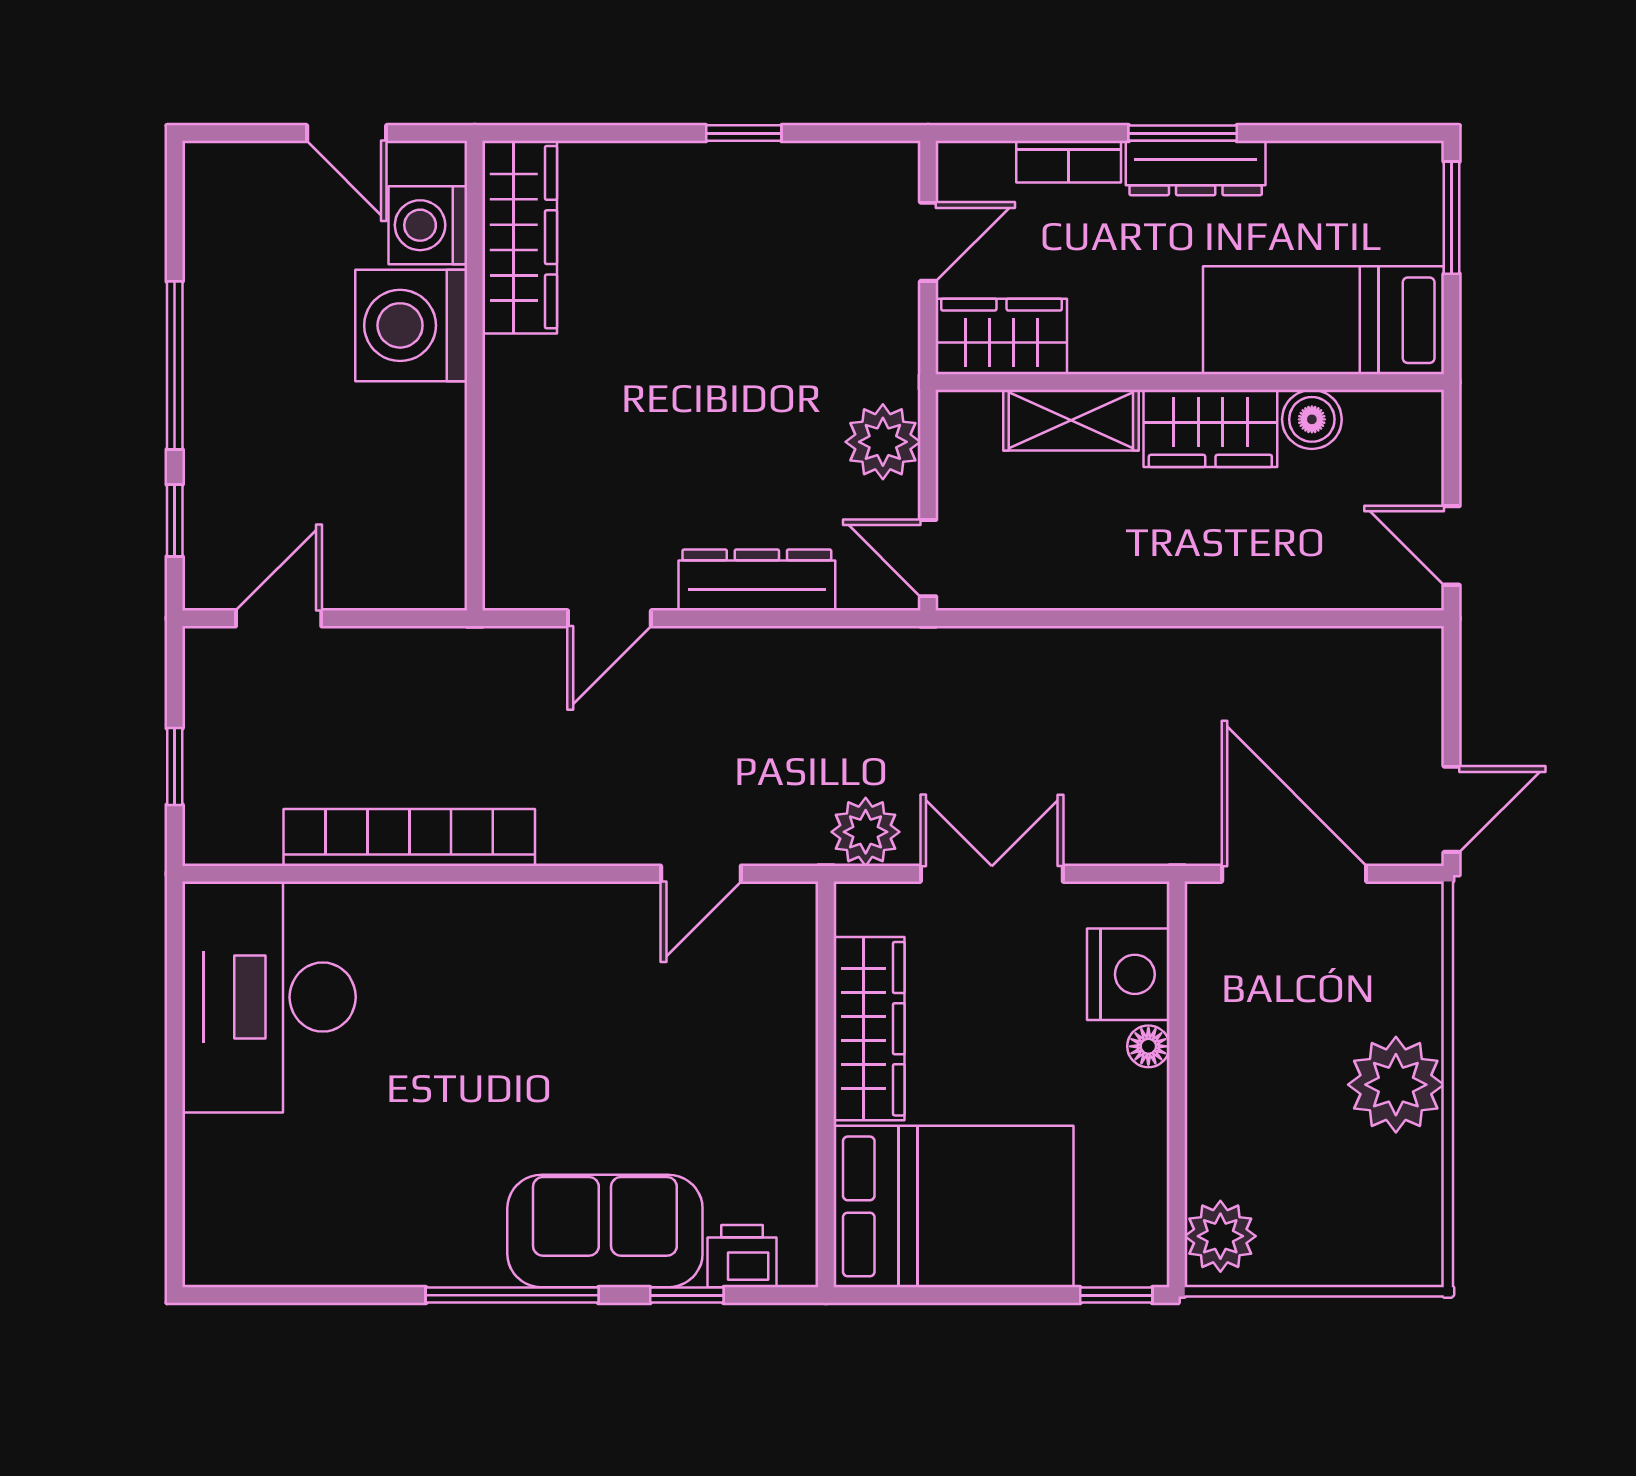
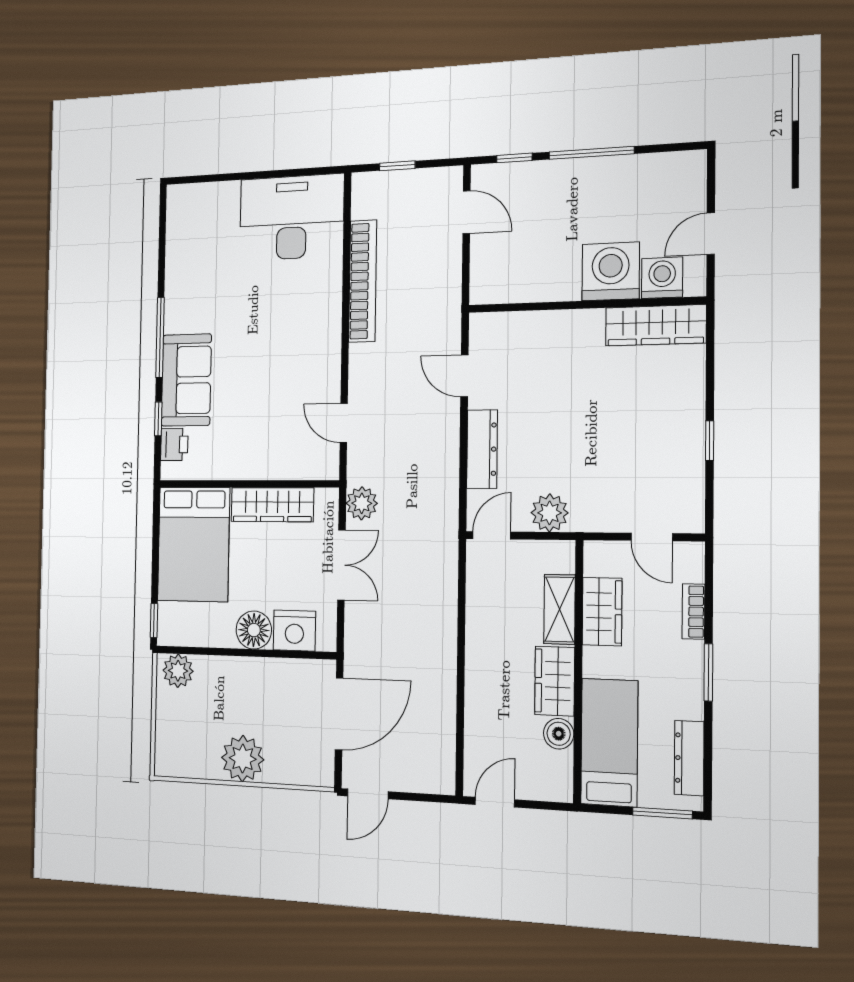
dresser: (1196, 168) -> (689, 758), moved
wardrobe: (1002, 336) -> (602, 612), moved
door: (1452, 809) -> (368, 794), hinge flipped
floor lamp: (1148, 1046) -> (254, 630), width x1.89, depth x1.89

